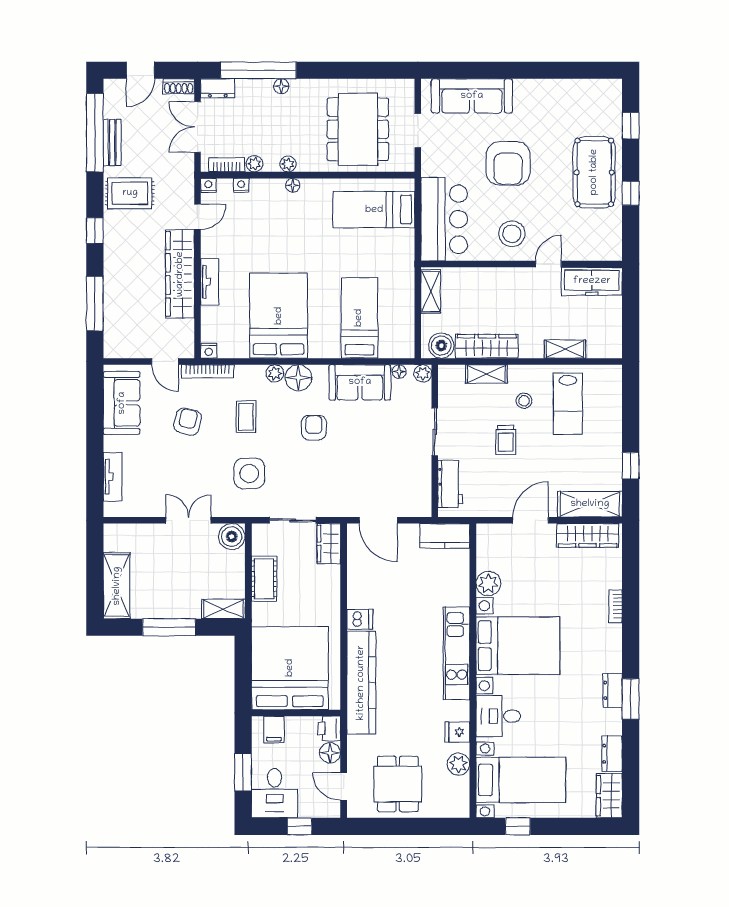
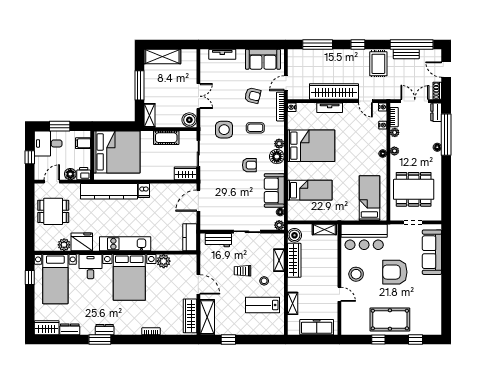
freezer: (592, 281) -> (317, 327), moved, turned 90
fridge: (457, 732) -> (82, 242), width x1.88, depth x1.34

